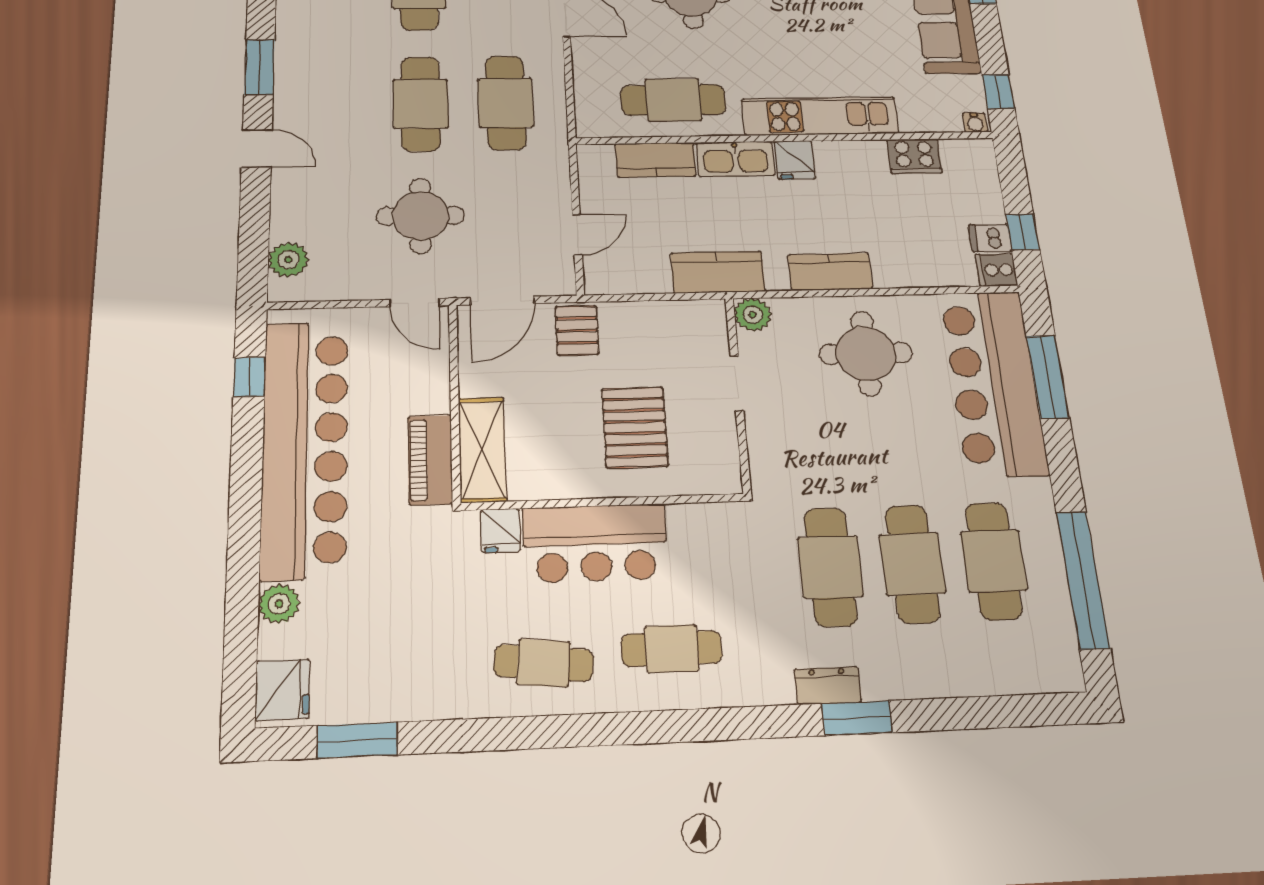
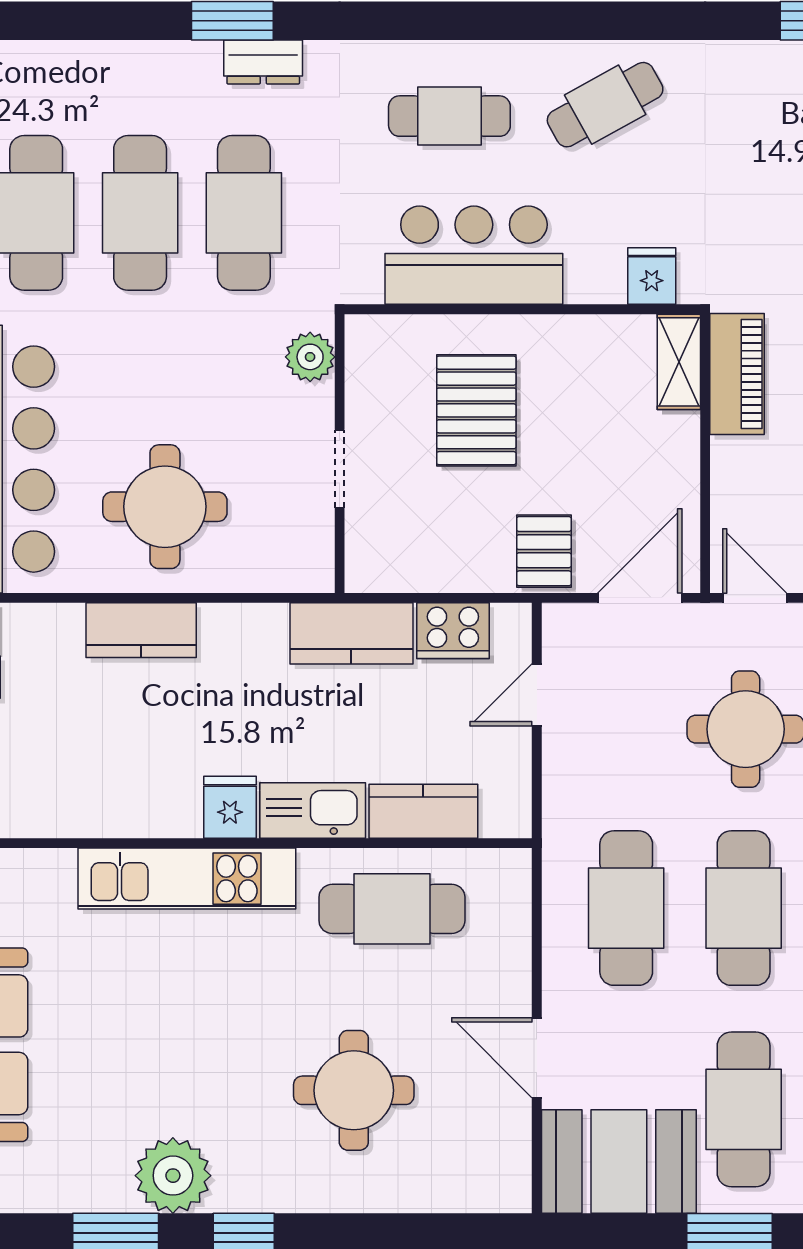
cooker: (914, 156) -> (453, 631), moved, turned 180
kitchen counter: (830, 272) -> (141, 630), moved
plant: (753, 315) -> (310, 357), moved
shelving: (482, 450) -> (679, 362), width x0.67, depth x0.75
bar counter: (595, 543) -> (474, 255), moved
cafe table: (544, 663) -> (605, 105), turned -35

